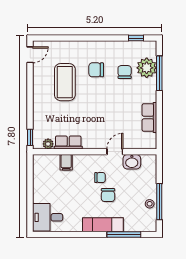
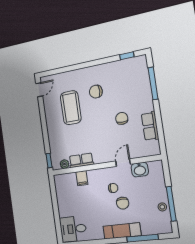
plant: (147, 68) -> (141, 81), removed
chair: (125, 72) -> (122, 118), moved

